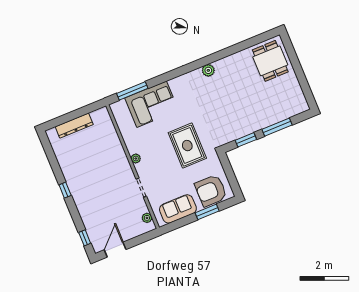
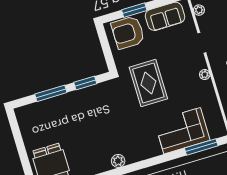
armchair: (211, 191) -> (128, 32), turned 180

